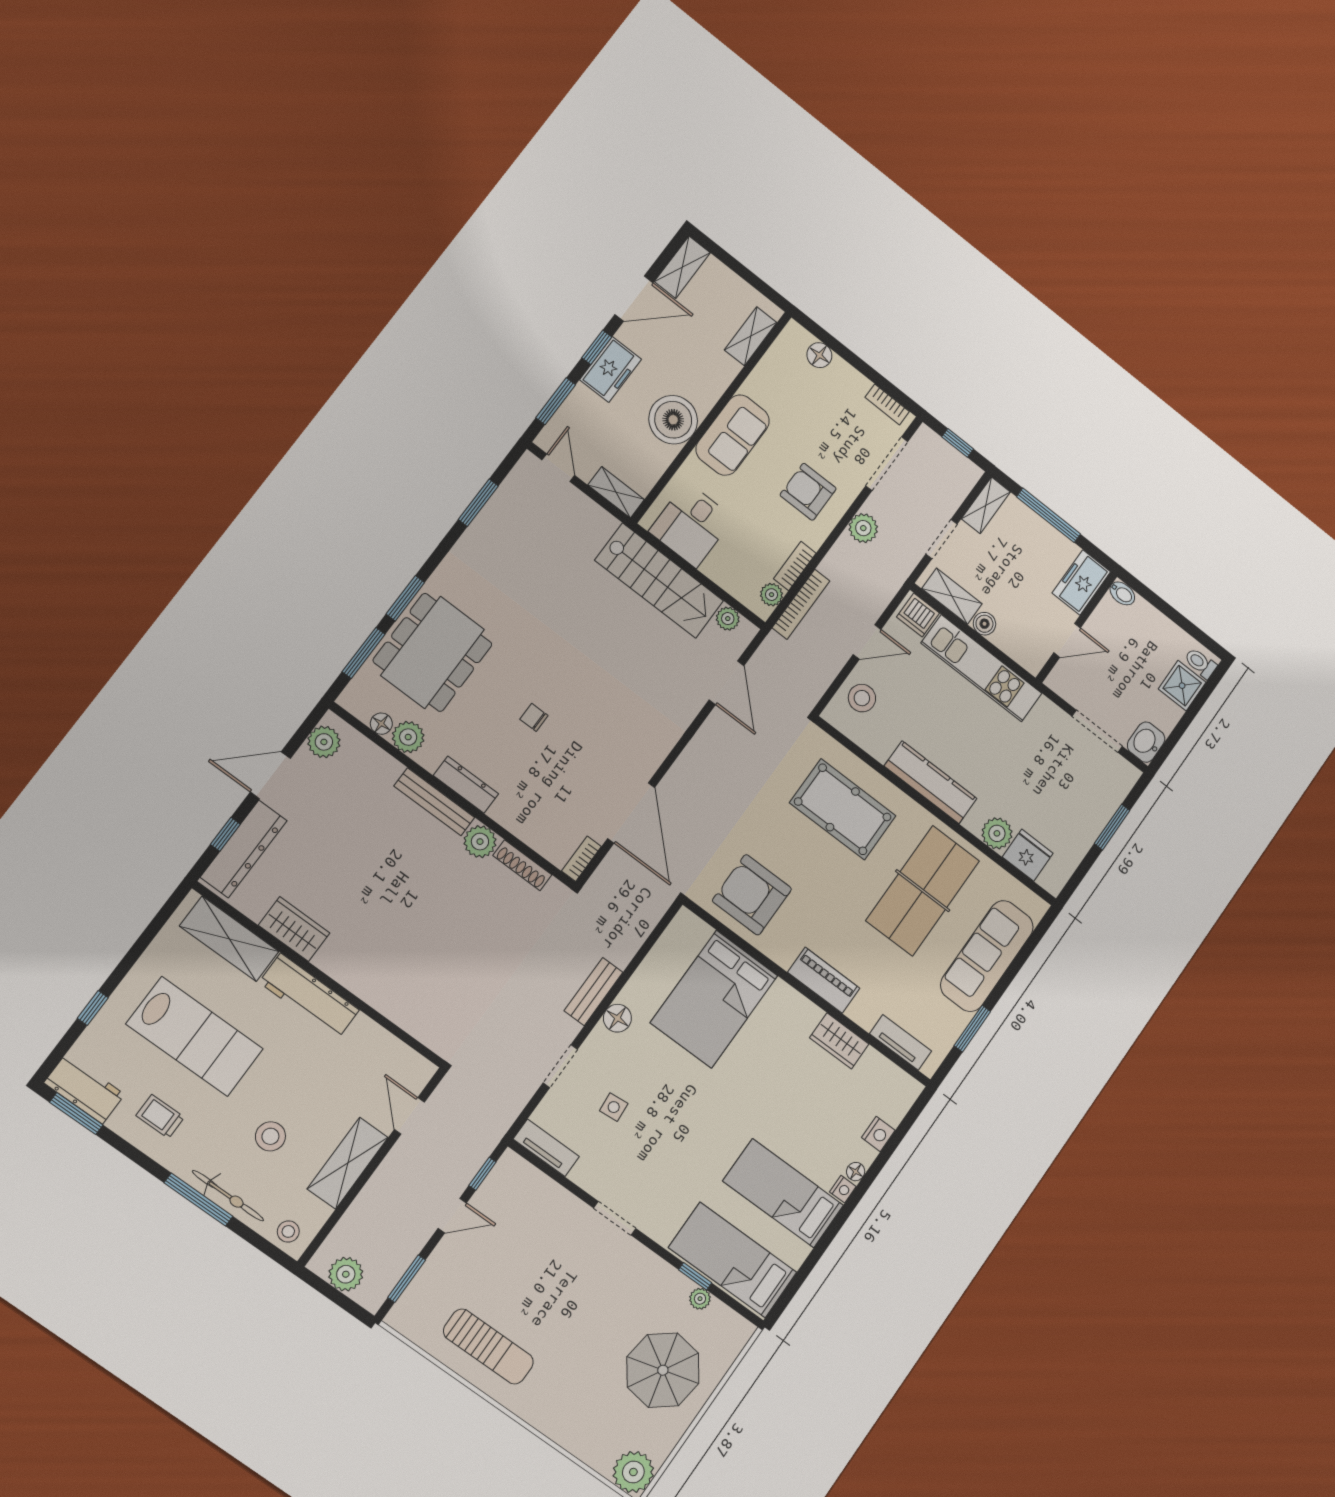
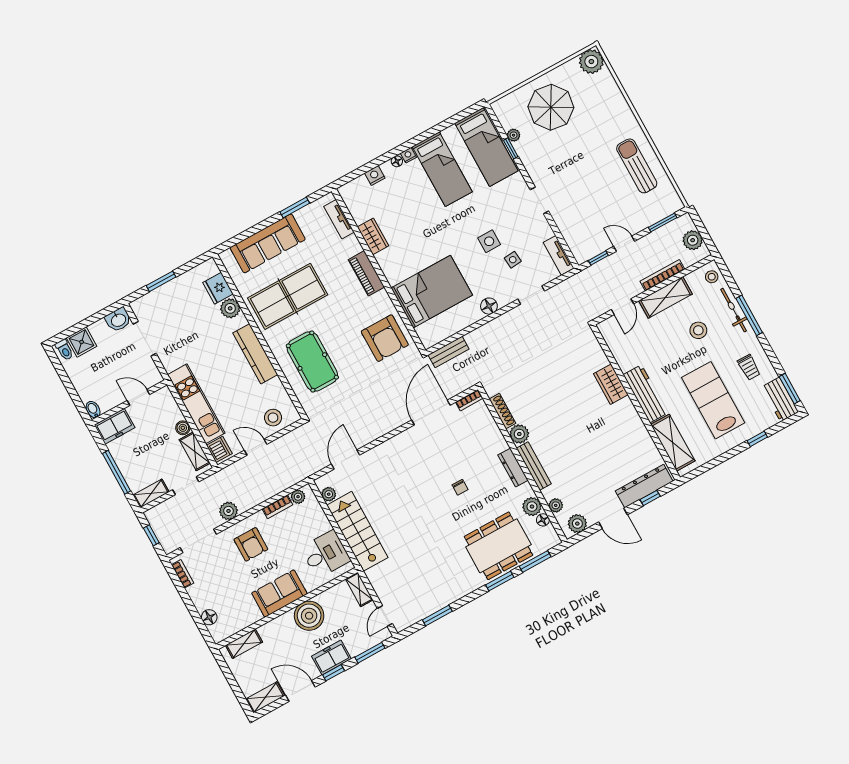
bookcase: (801, 604) -> (662, 275), moved
plant: (371, 755) -> (556, 505), added
wardrobe: (294, 929) -> (611, 384), moved
bench: (594, 991) -> (449, 352), moved
side table: (663, 1118) -> (489, 241), added

